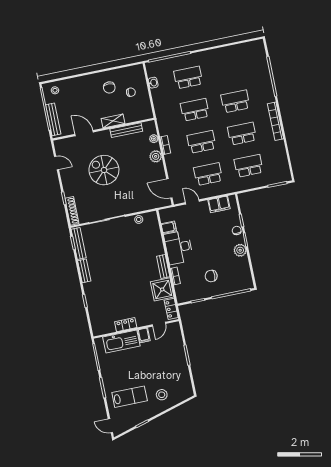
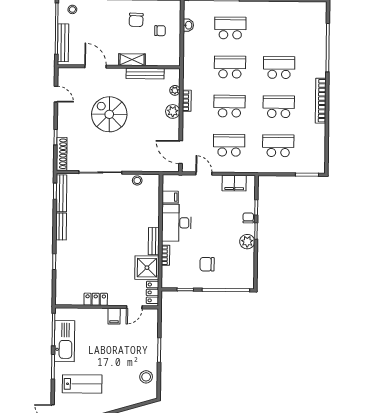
kitchen sink: (121, 342) -> (65, 341), moved, turned -90
stool: (162, 395) -> (146, 377), moved

